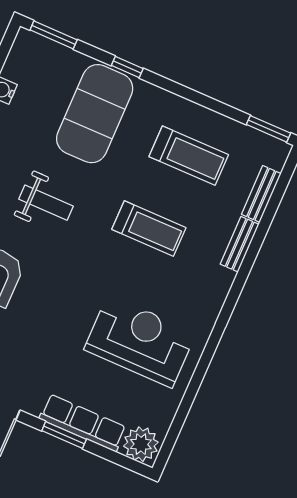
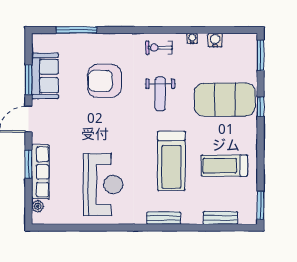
treadmill: (189, 156) -> (224, 166), turned 90
treadmill: (149, 229) -> (171, 161), width x1.37, depth x1.38
bench: (240, 244) -> (164, 218), moved
plant: (141, 444) -> (38, 206), width x0.53, depth x0.53

